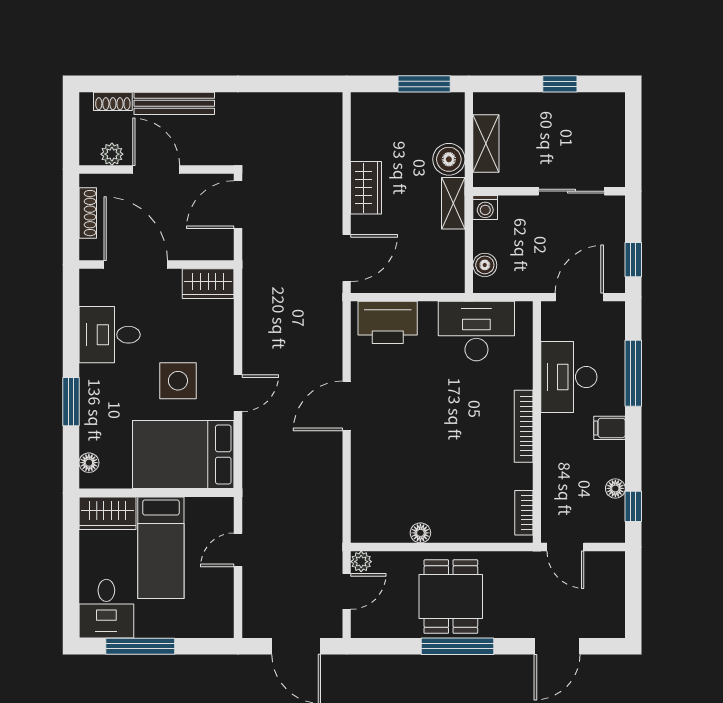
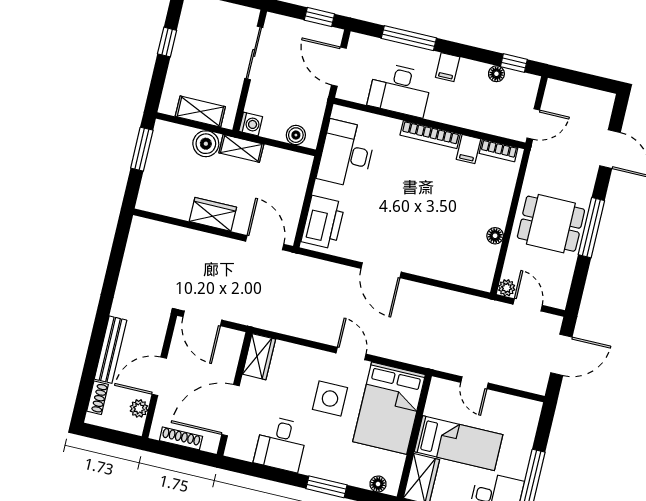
filing cabinet: (517, 476) -> (468, 149), added

